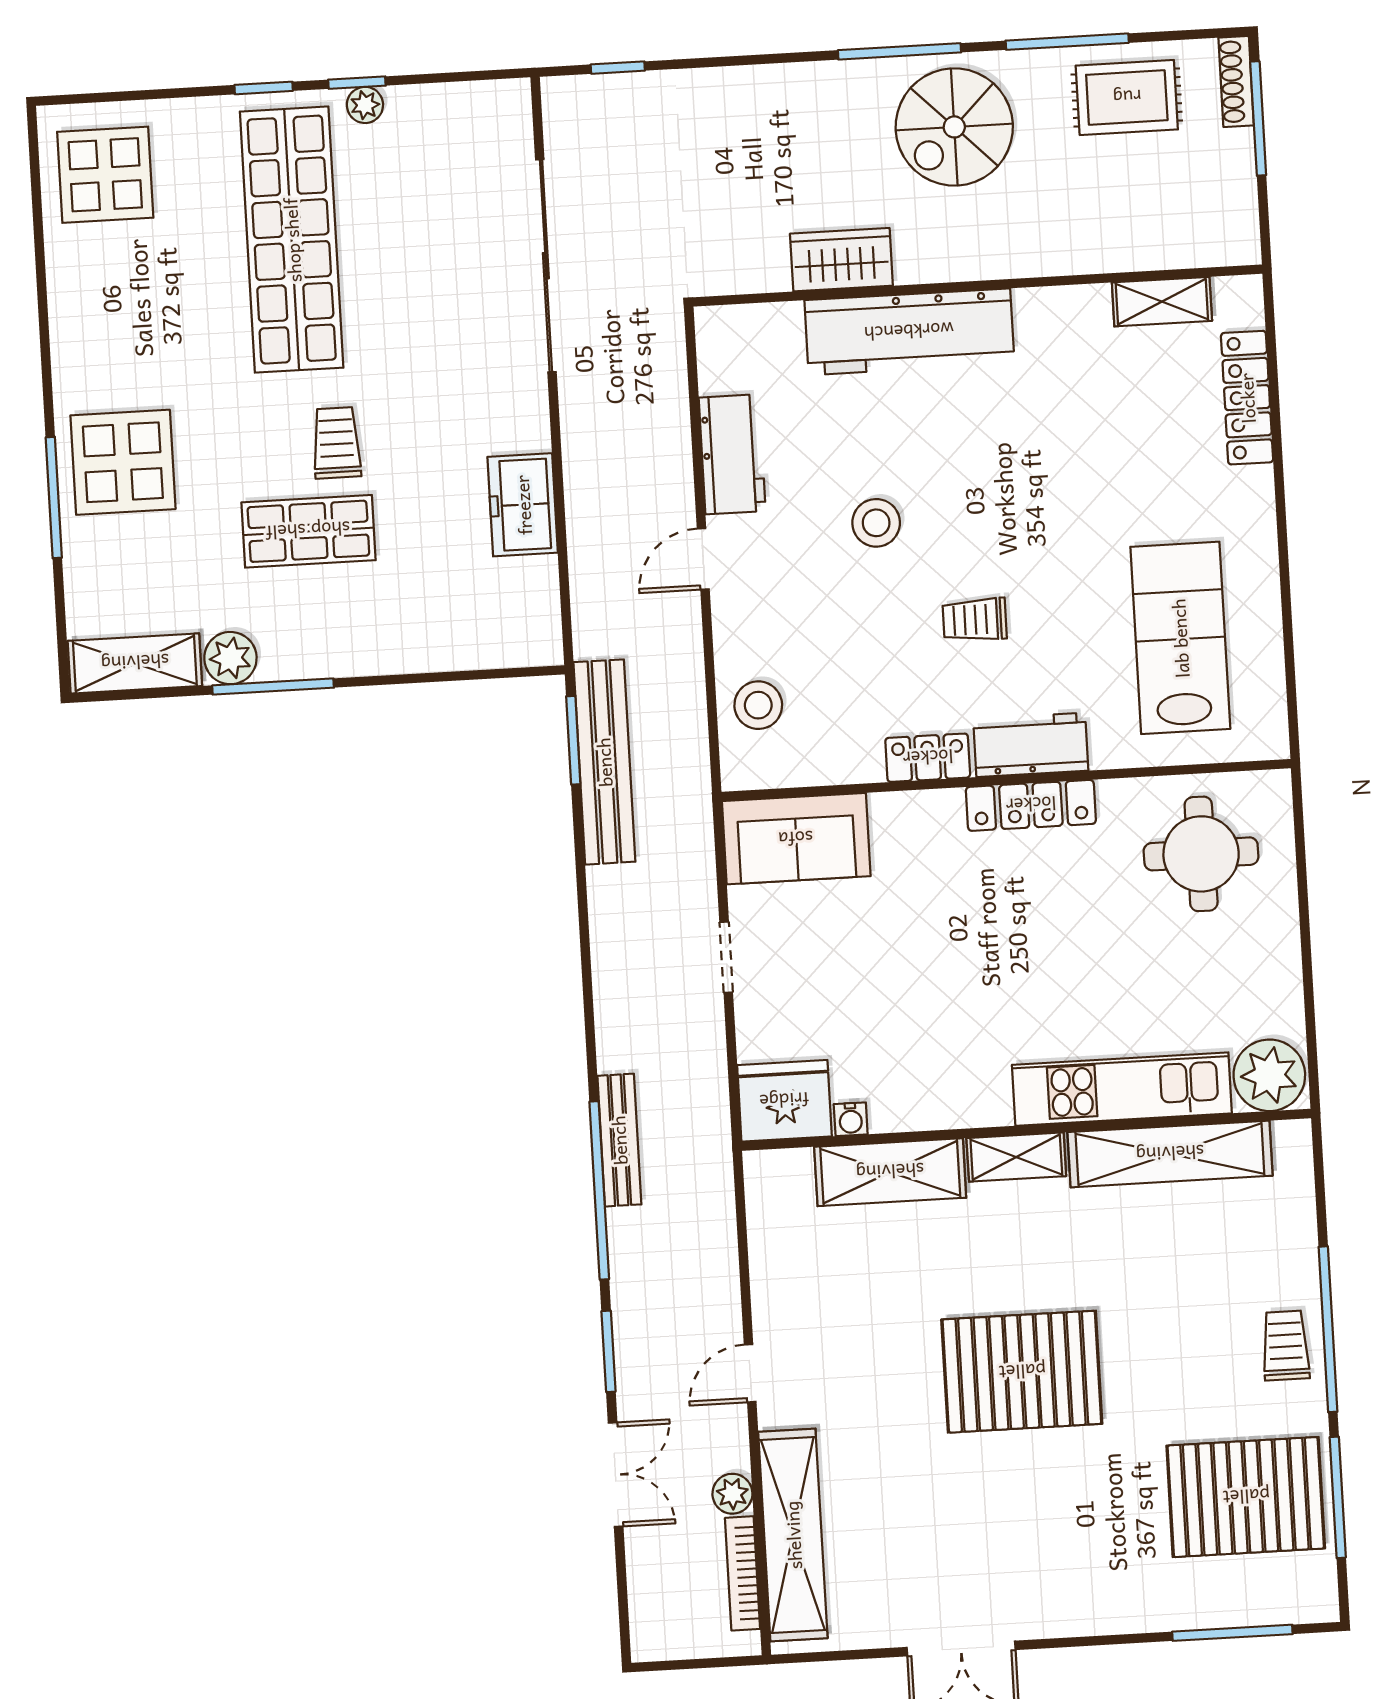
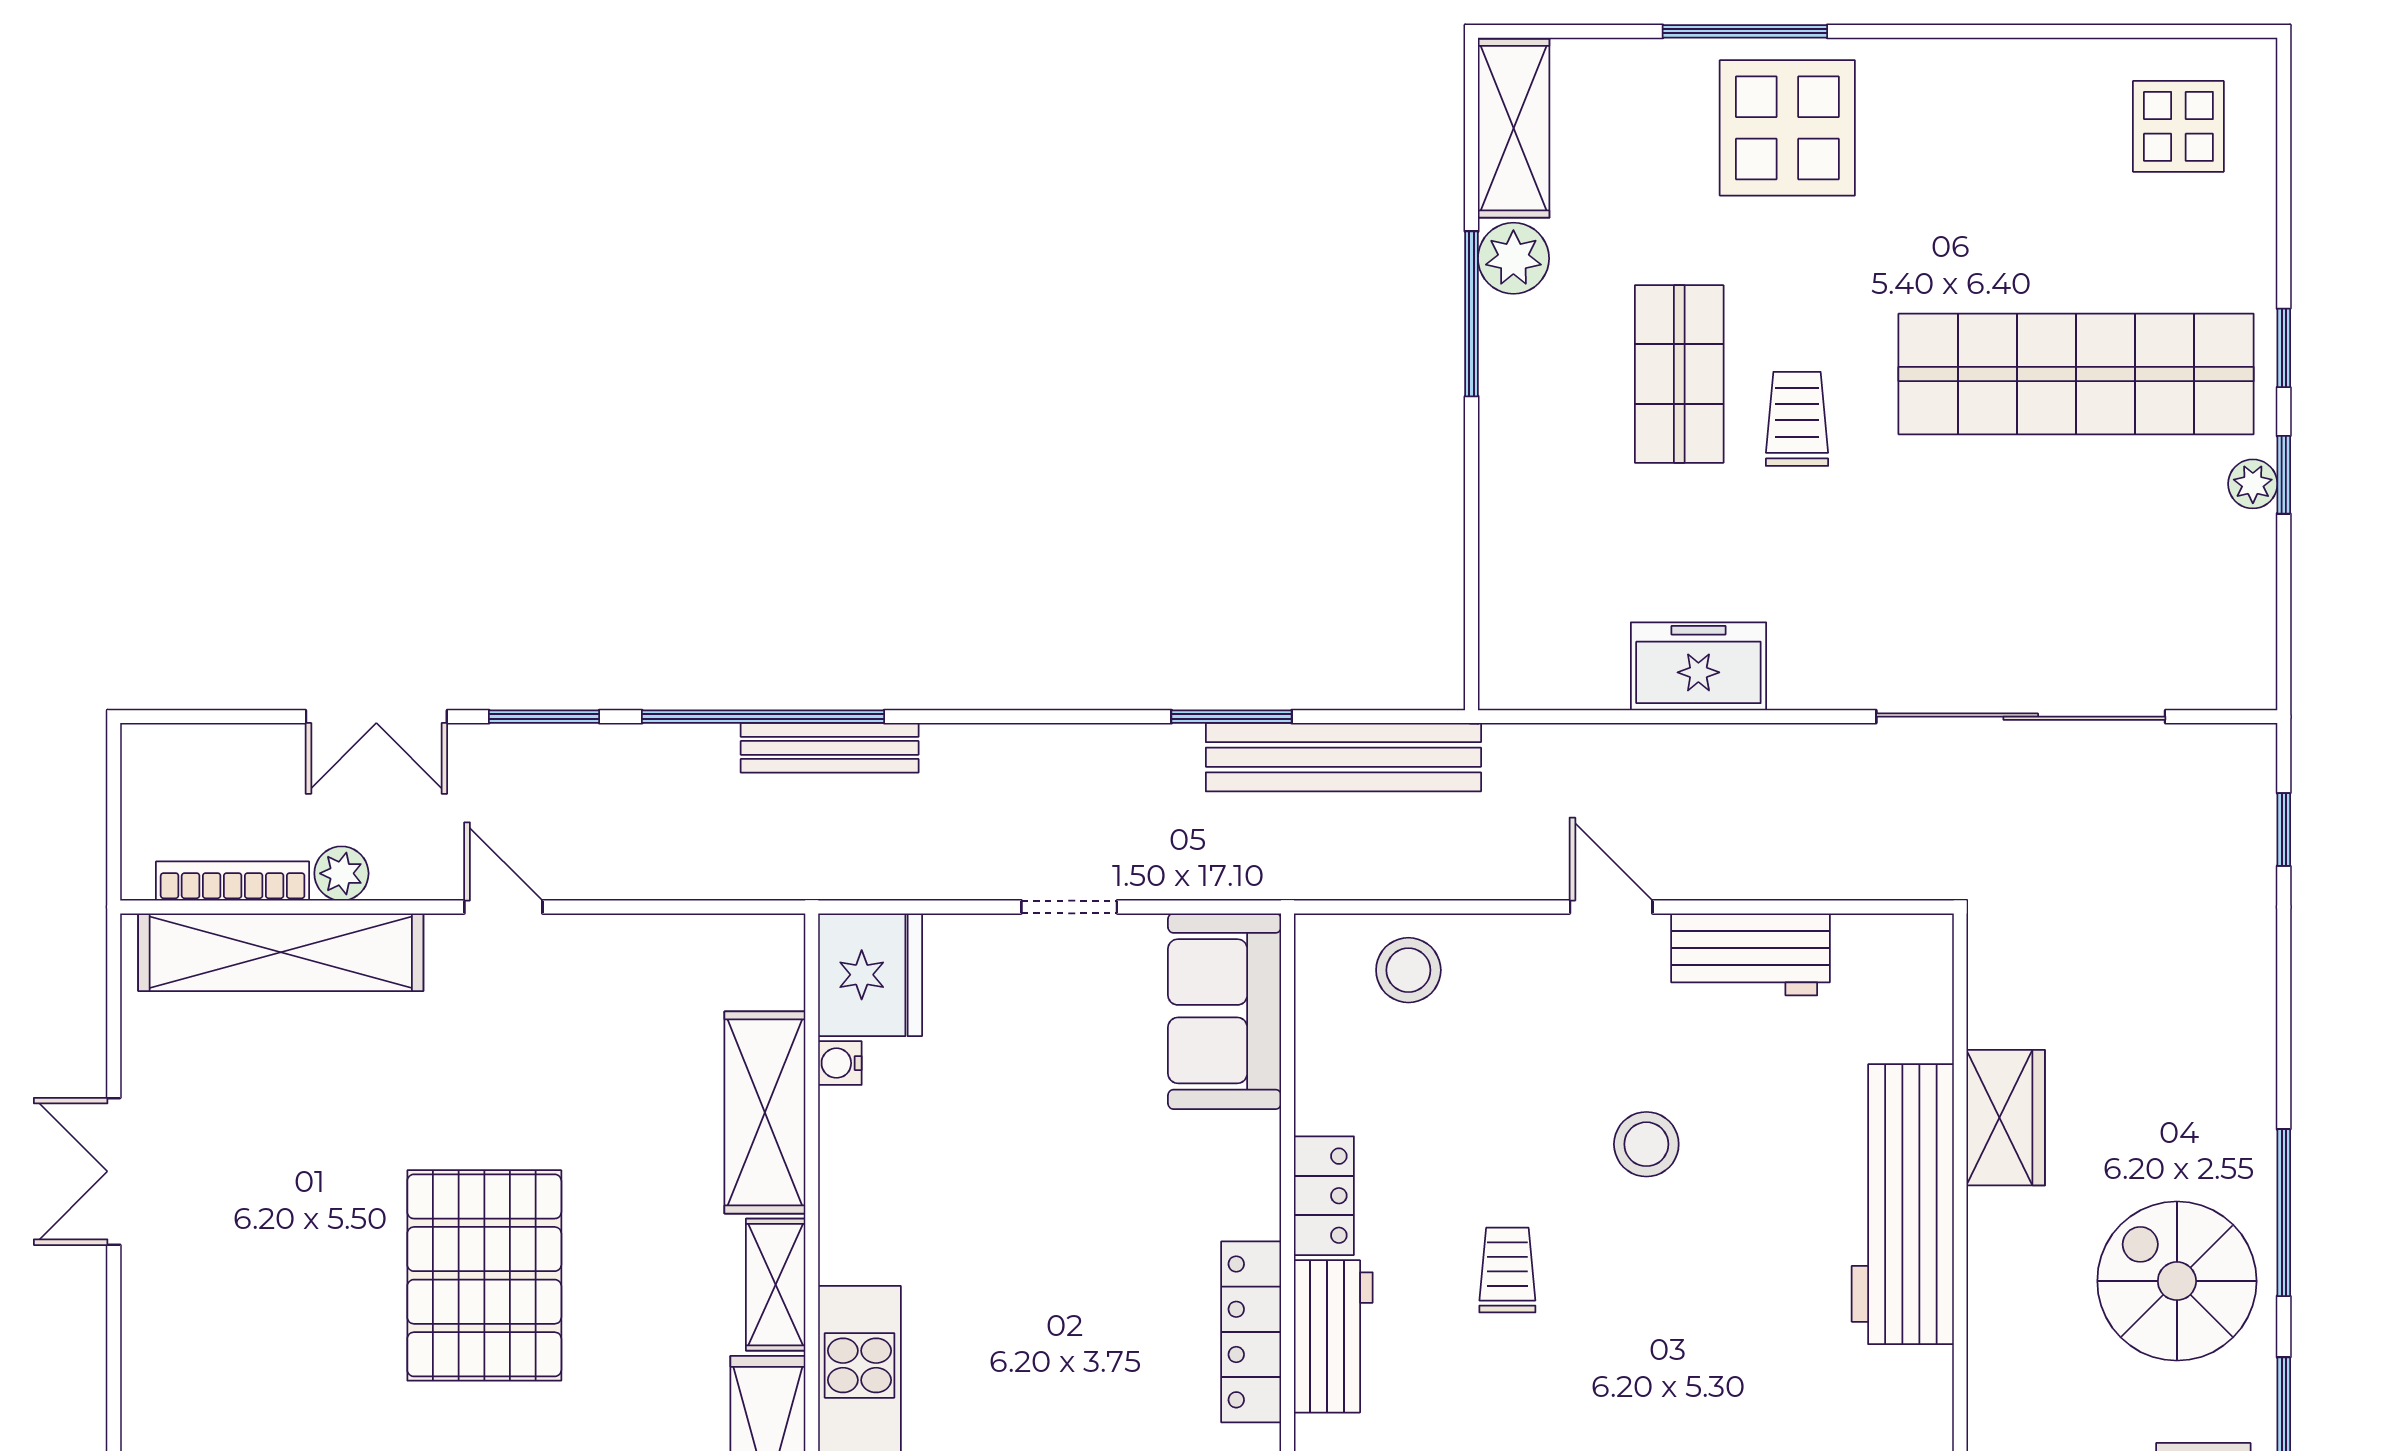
display table: (105, 175) -> (2178, 126), width x0.73, depth x0.73
trolley: (336, 443) -> (1797, 419), turned -90
window: (573, 740) -> (1232, 717), moved

